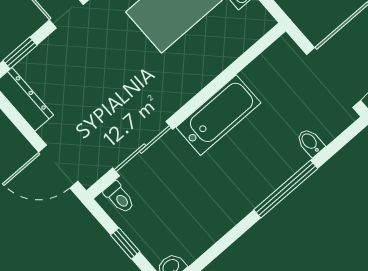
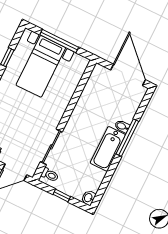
bathtub: (218, 115) -> (108, 149), moved, turned 180
bidet: (310, 142) -> (122, 126), moved

